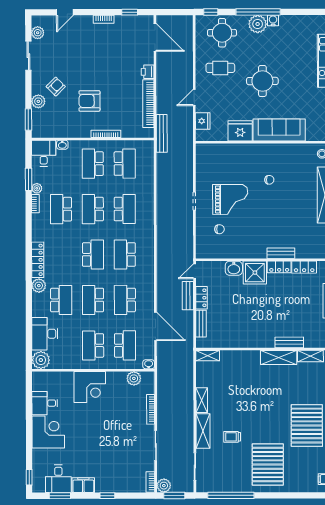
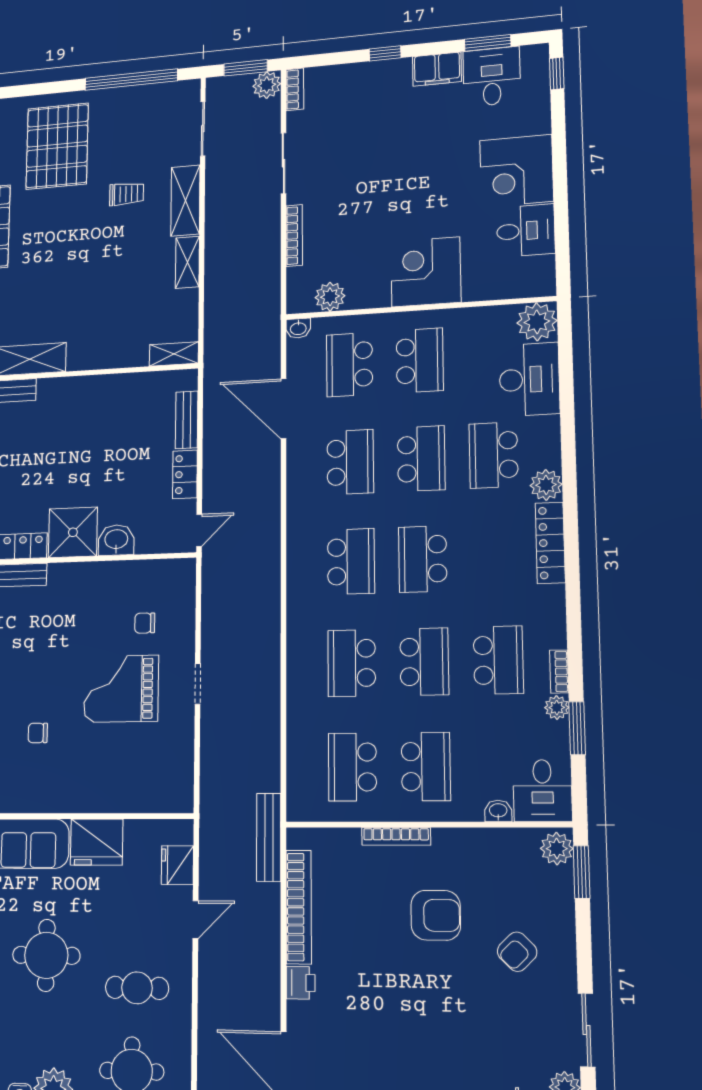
plant: (38, 101) -> (557, 849), moved
bench: (188, 296) -> (214, 478), removed

